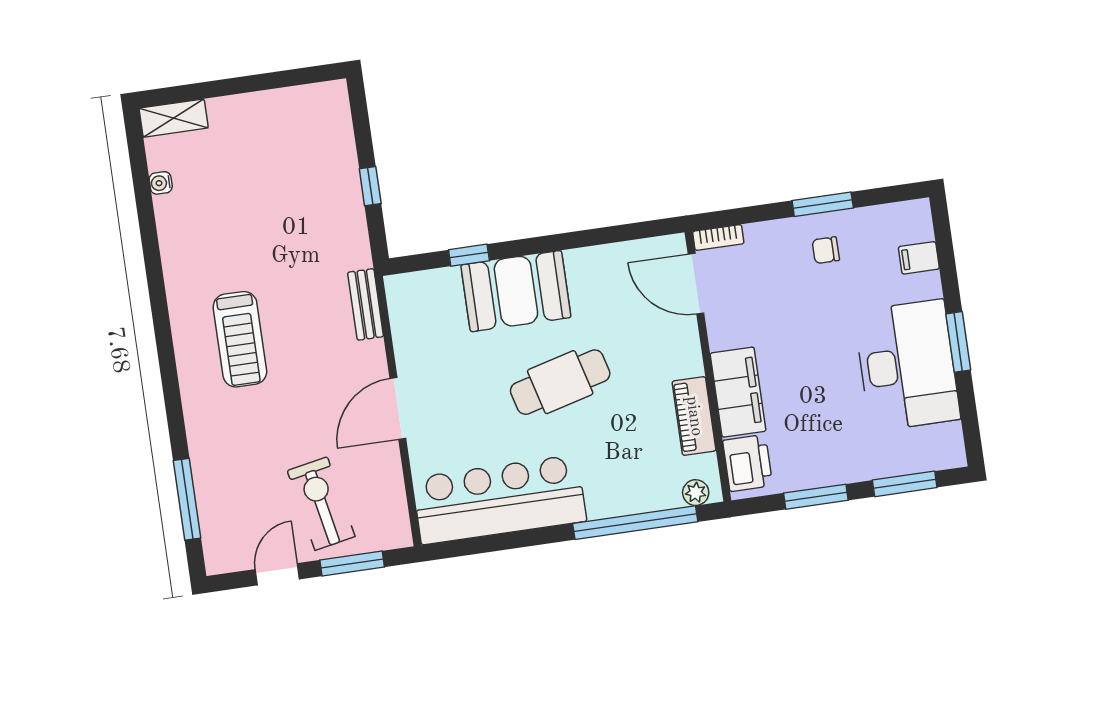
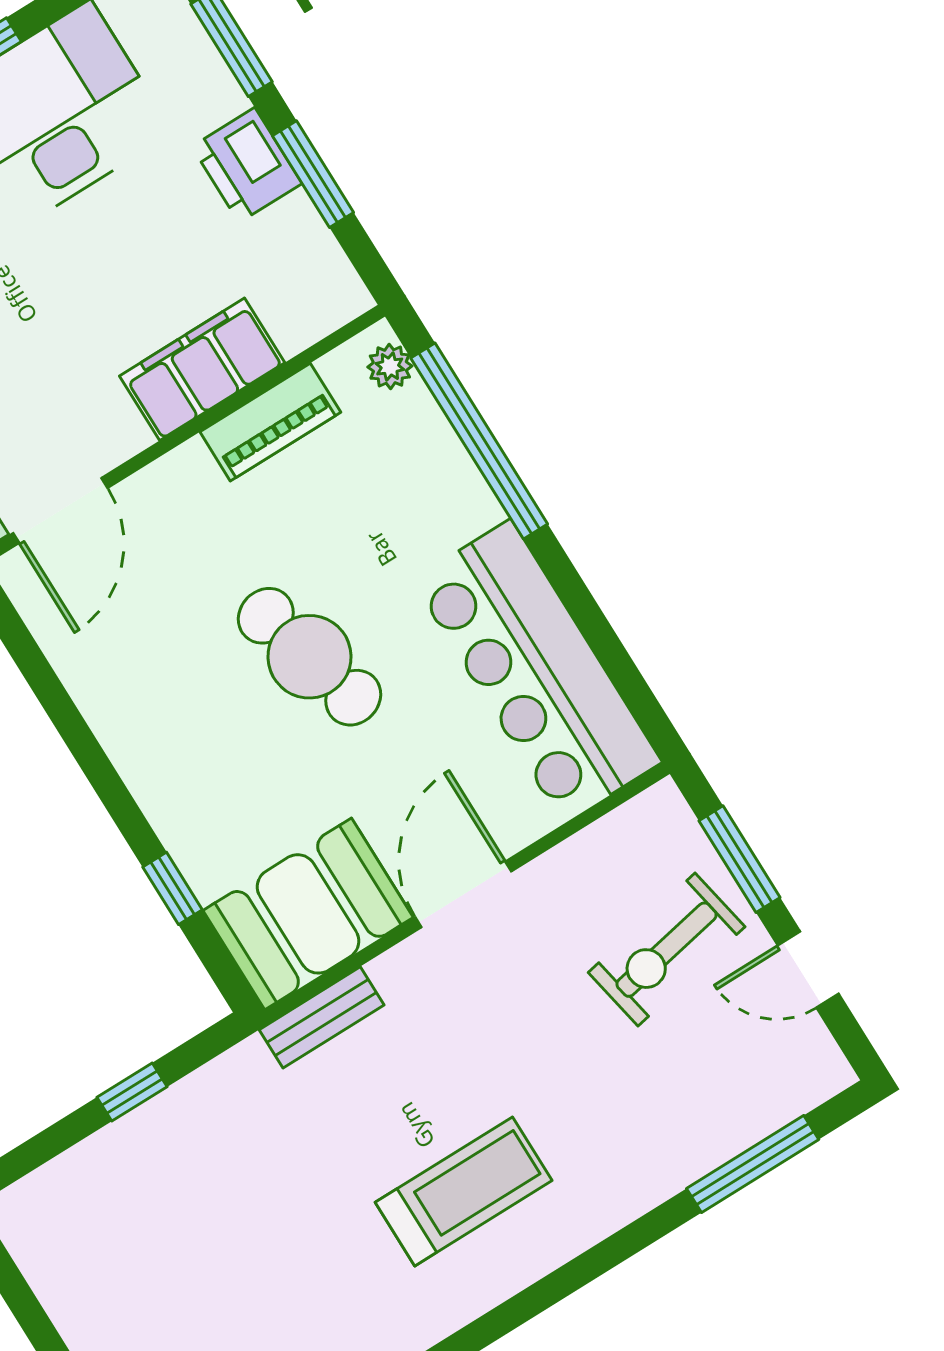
booth: (516, 291) -> (308, 914), moved, turned 90
door: (398, 408) -> (463, 894), swing flipped
printer: (748, 463) -> (247, 165), moved, turned -90

